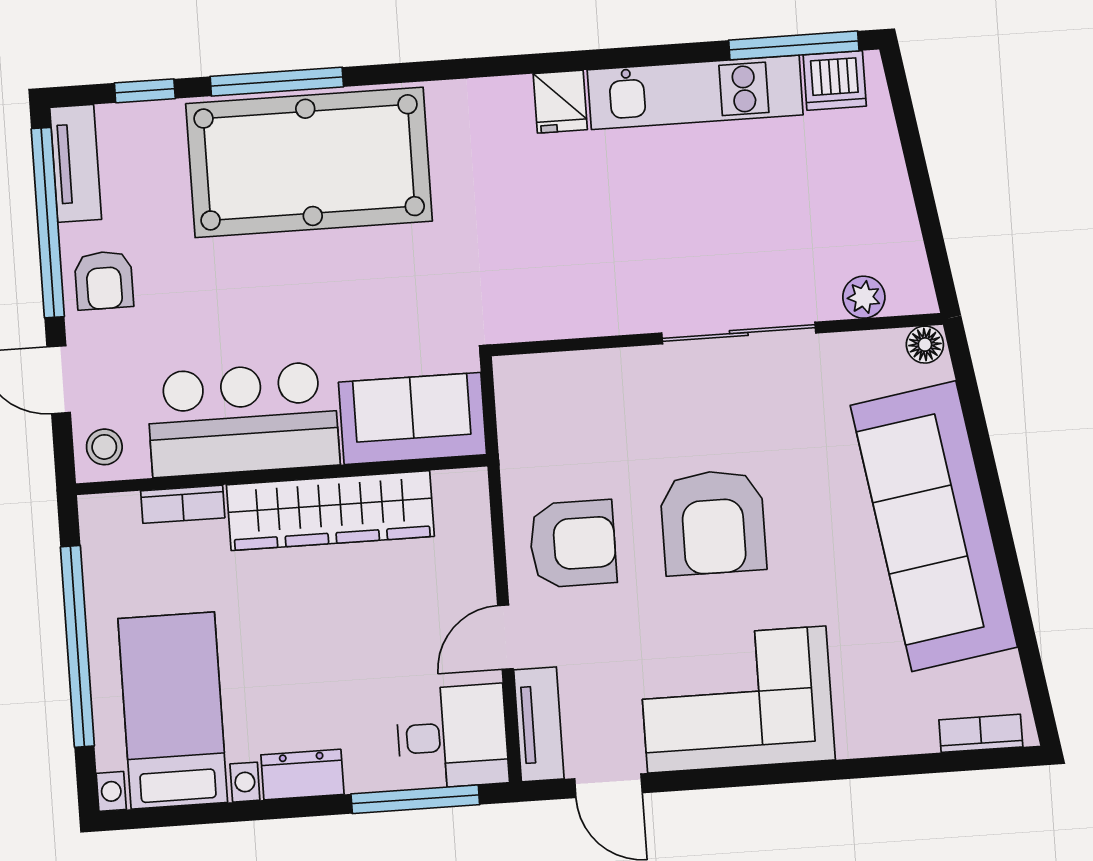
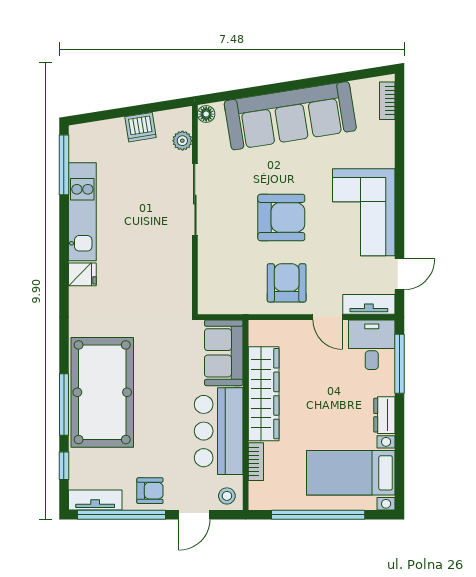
dishwasher: (835, 80) -> (140, 127), moved, turned 81

